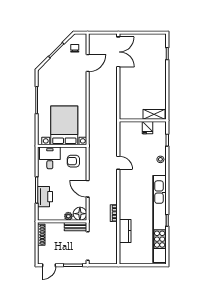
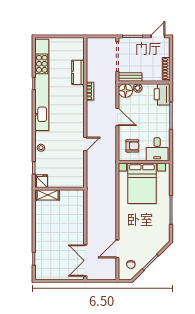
fridge: (148, 128) -> (42, 181), moved
door: (118, 163) -> (85, 144), swing flipped
printer: (45, 197) -> (162, 94), moved

